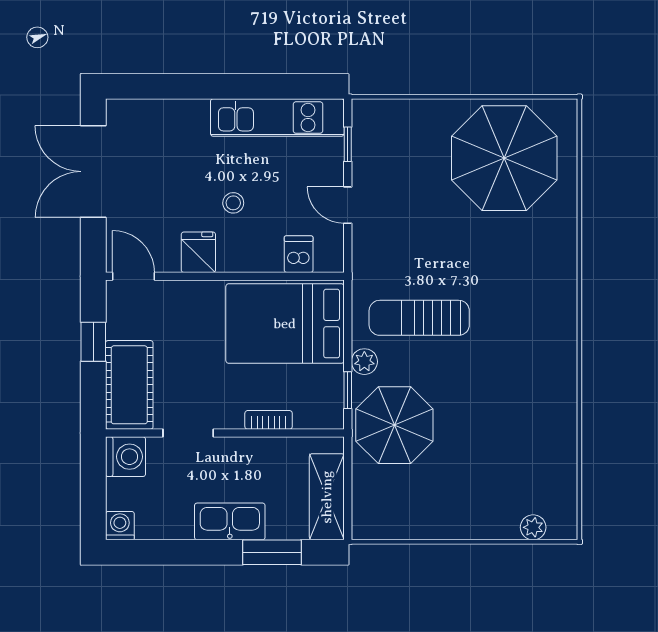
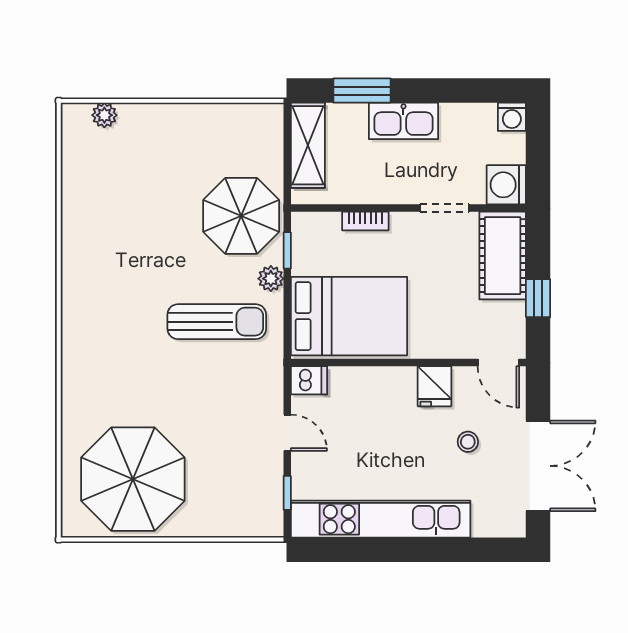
kitchen unit: (277, 118) -> (381, 519), width x1.36
stool: (233, 203) -> (468, 442), moved
dishwasher: (299, 254) -> (309, 380), moved, turned -90

